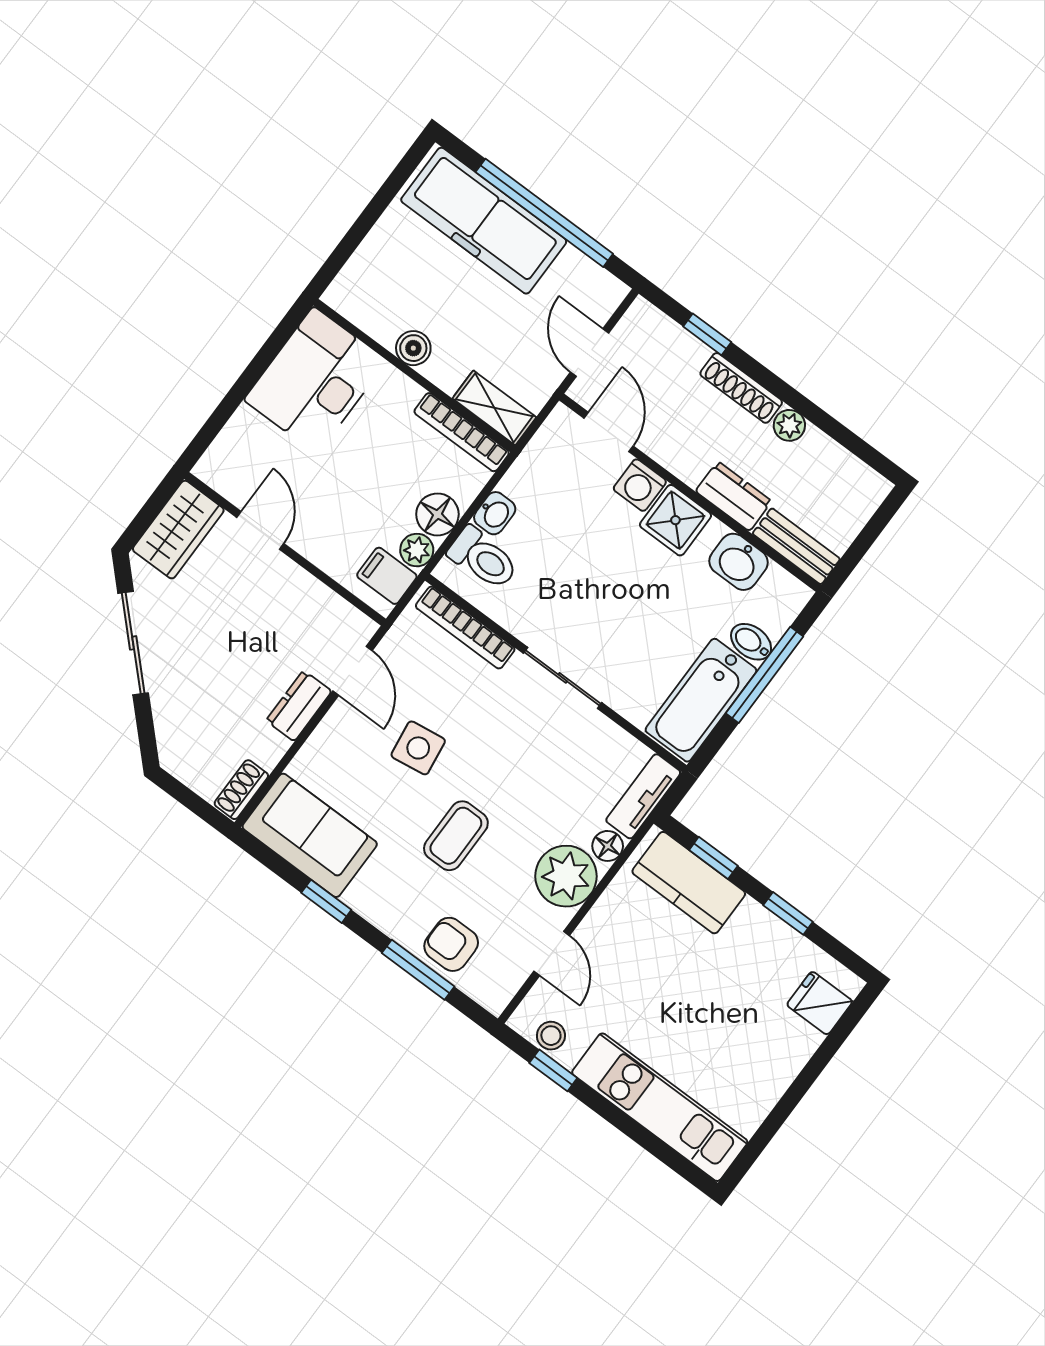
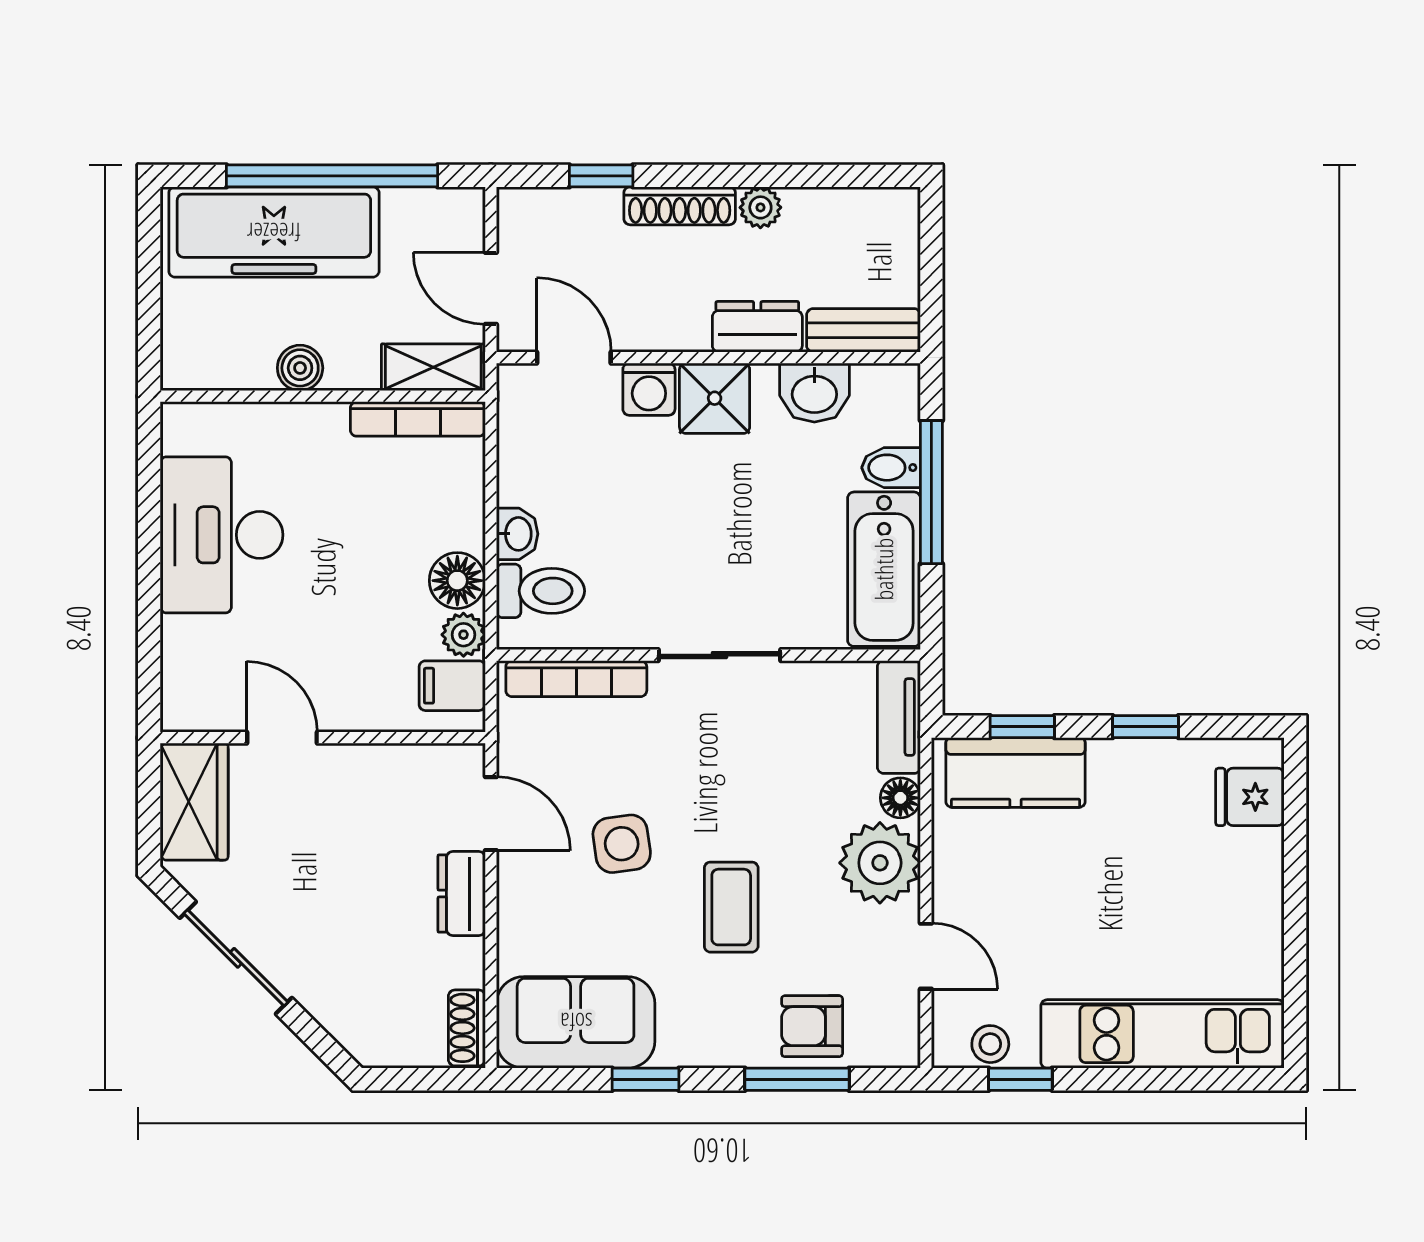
boiler: (413, 348) -> (300, 368), moved
wall: (414, 375) -> (323, 396), moved
shelving: (494, 408) -> (433, 367), moved
bookcase: (462, 432) -> (418, 419), moved

